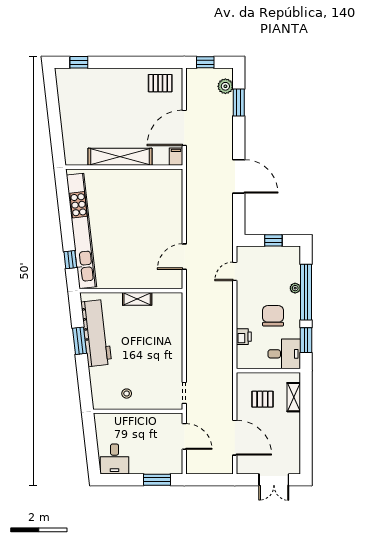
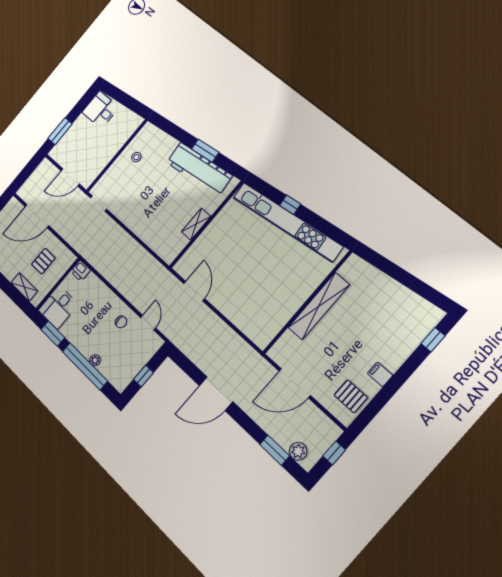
pallet: (160, 83) -> (351, 396), turned 90
door: (184, 128) -> (295, 383), swing flipped
filing cabinet: (176, 157) -> (380, 374), moved, turned 180
window: (70, 260) -> (290, 205), moved
chair: (273, 316) -> (121, 322), moved, width x0.54, depth x0.54
printer: (244, 337) -> (80, 271), moved

